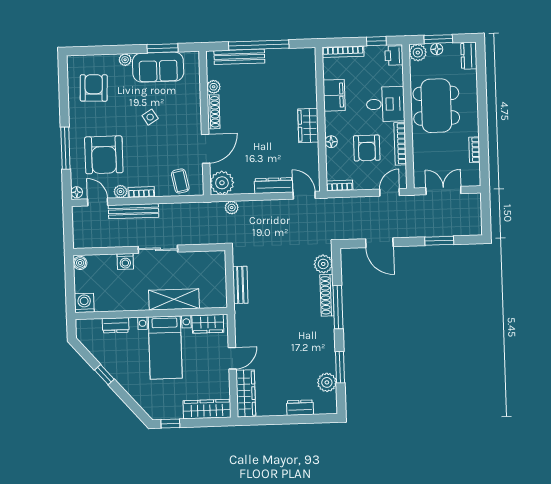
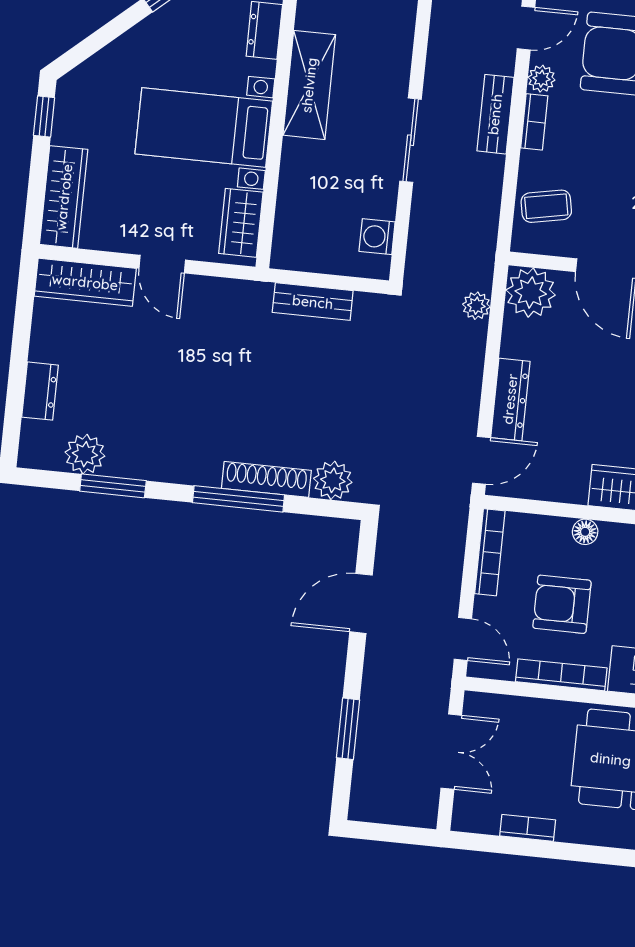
bookcase: (340, 186) -> (490, 552), width x1.56
bench: (134, 211) -> (495, 114), width x0.73
washing machine: (125, 261) -> (377, 237), moved
shelving: (174, 299) -> (309, 85), moved

